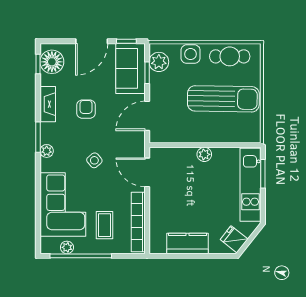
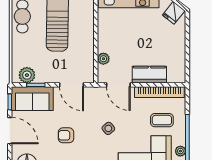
side table: (191, 54) -> (20, 49), removed
plant: (204, 154) -> (103, 59), moved
door: (147, 172) -> (118, 85), hinge flipped
kitchen counter: (188, 244) -> (149, 75), moved, turned 90

